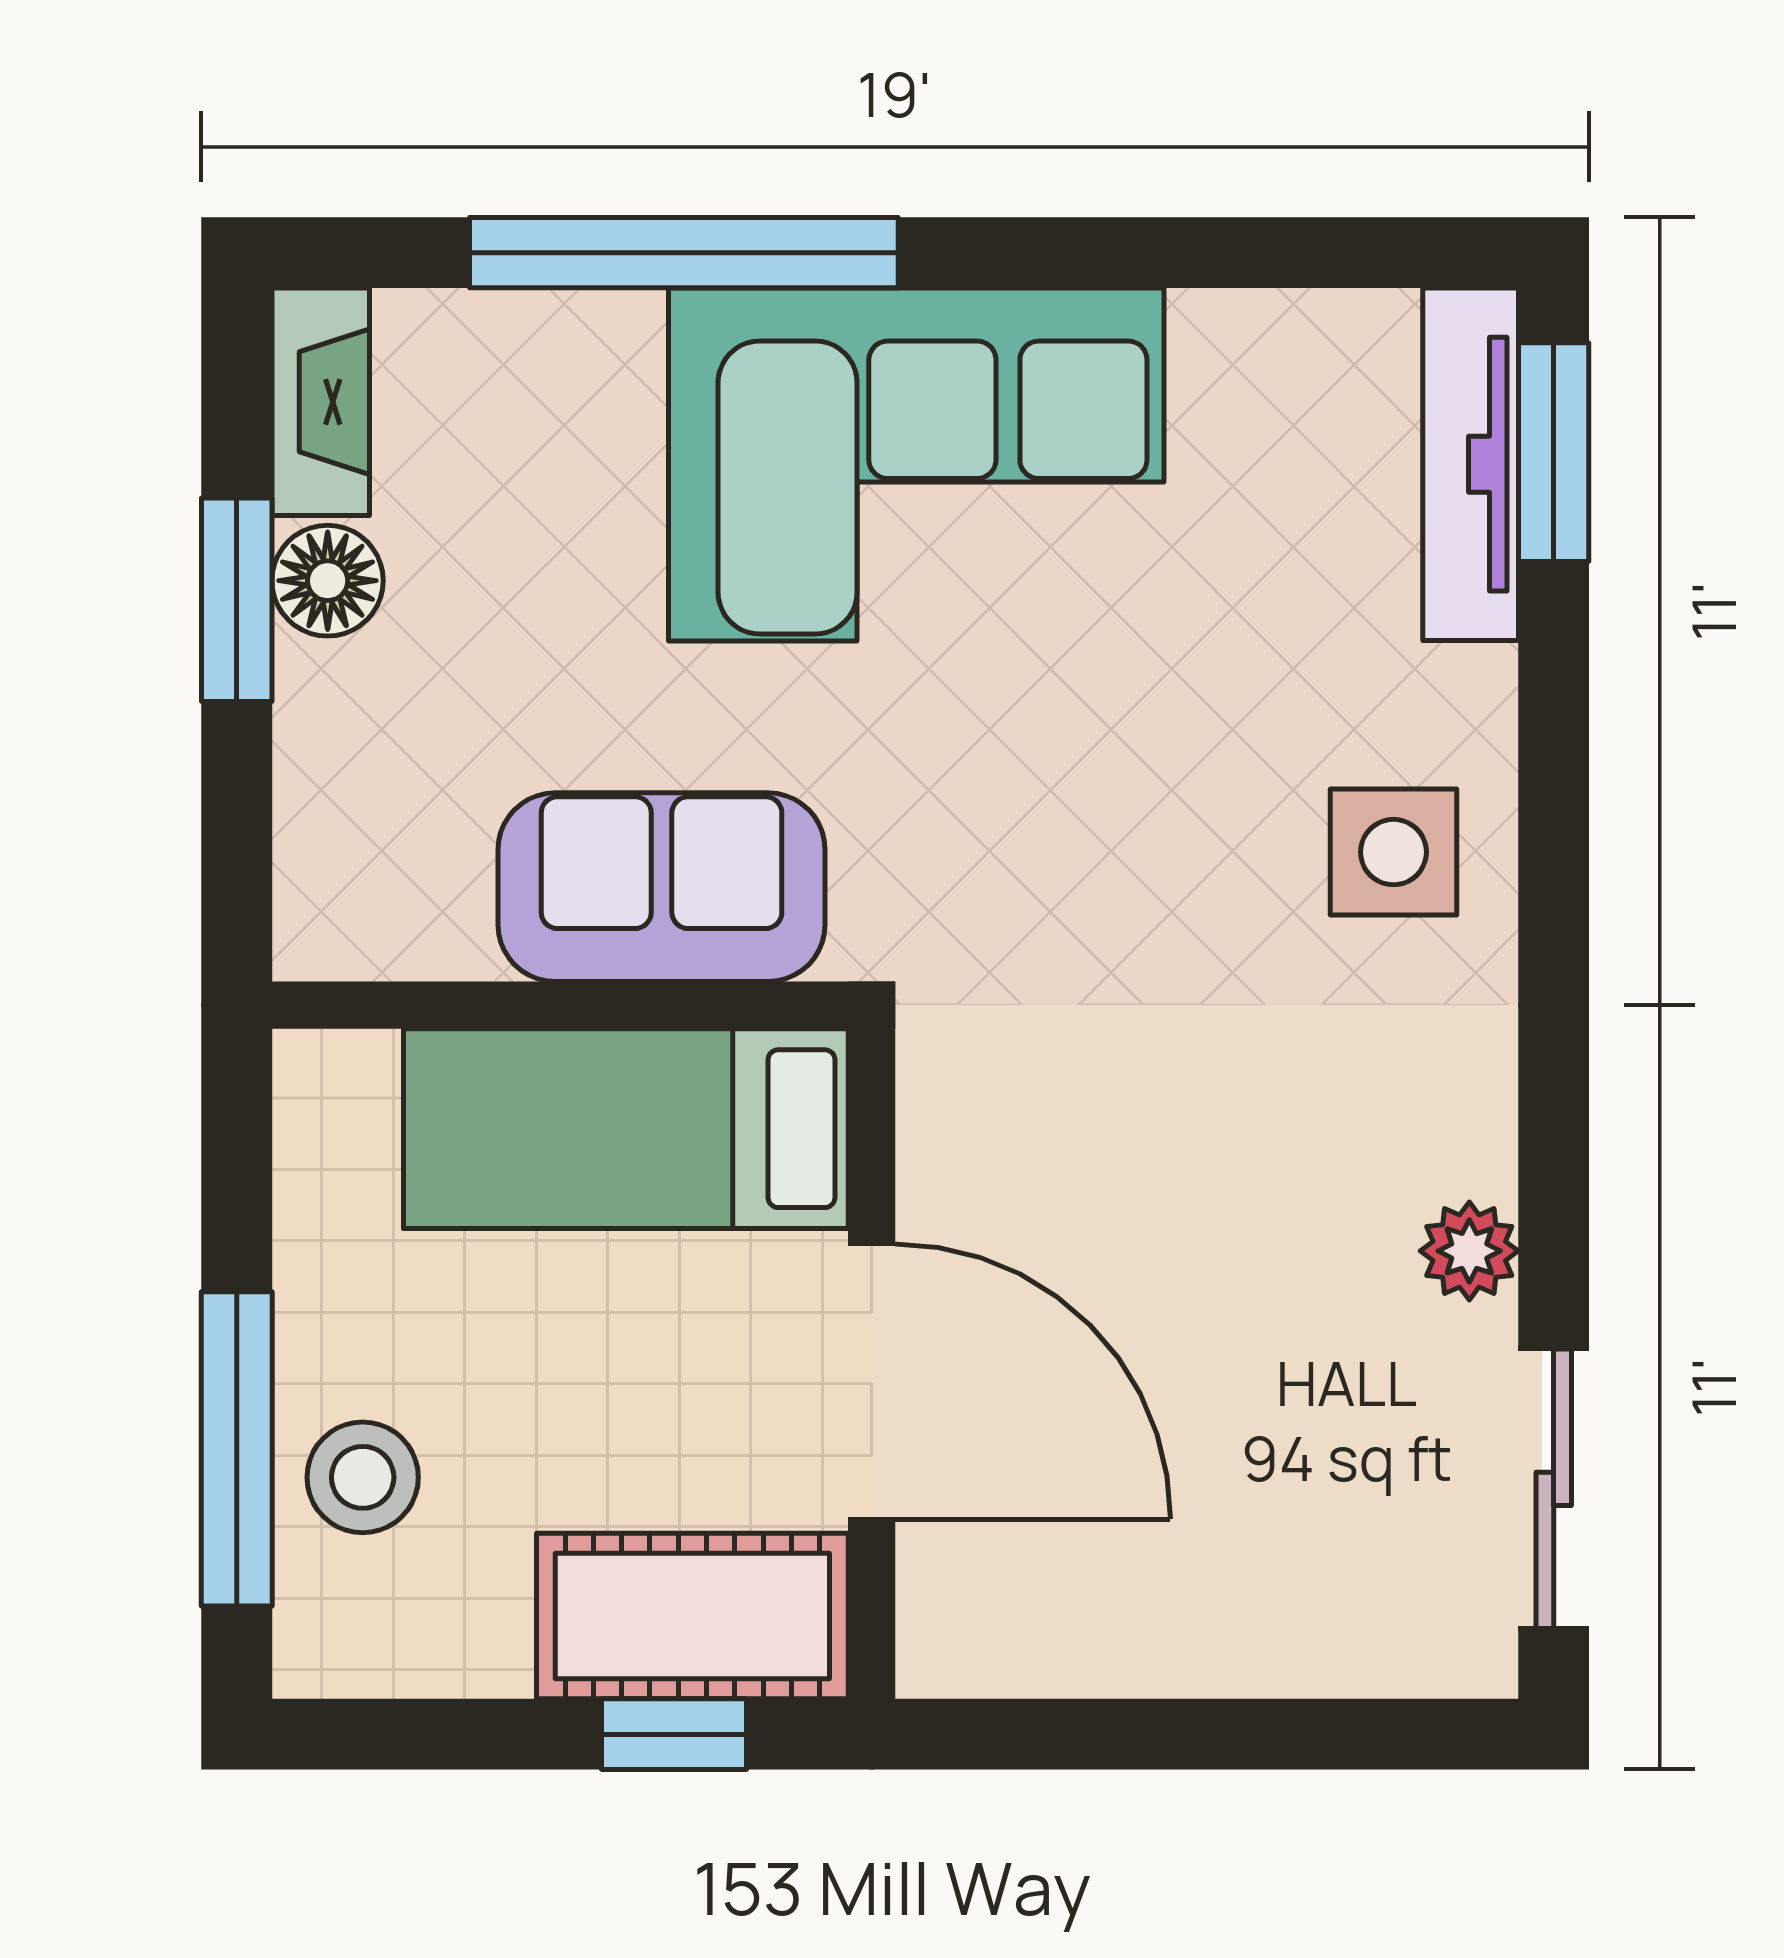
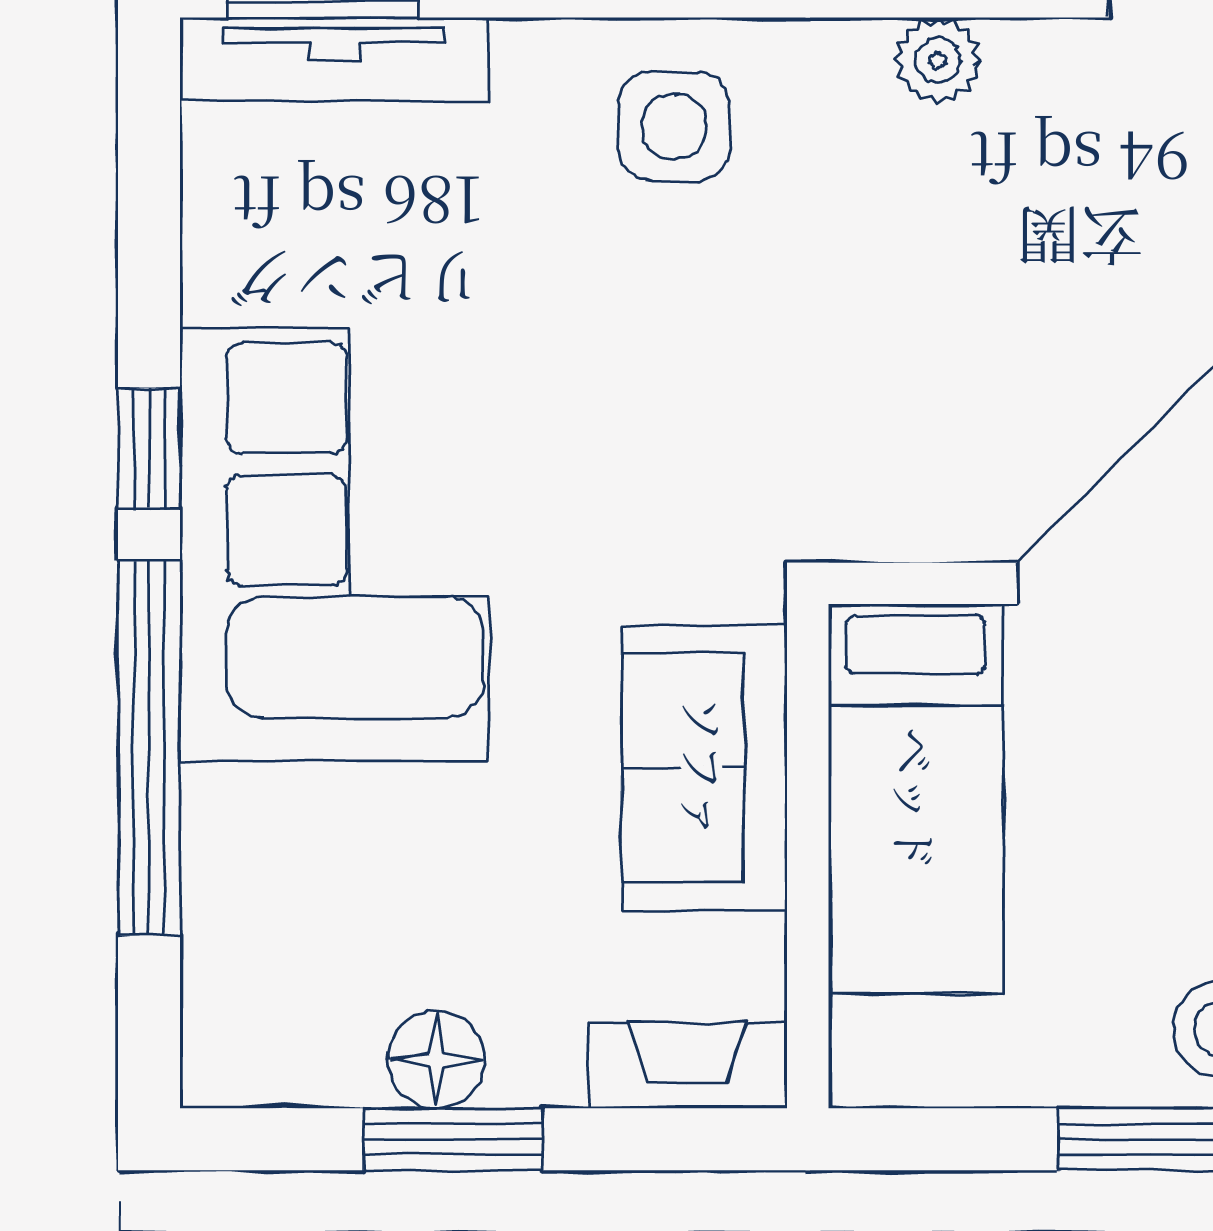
window: (1026, 253) -> (149, 448), added
fireplace: (321, 402) -> (687, 1066), moved
plant: (1469, 1251) -> (938, 60), moved

